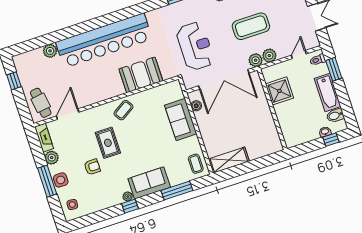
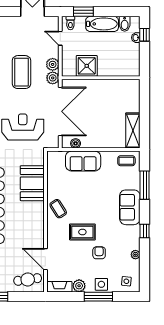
plant: (128, 197) -> (135, 255), moved

